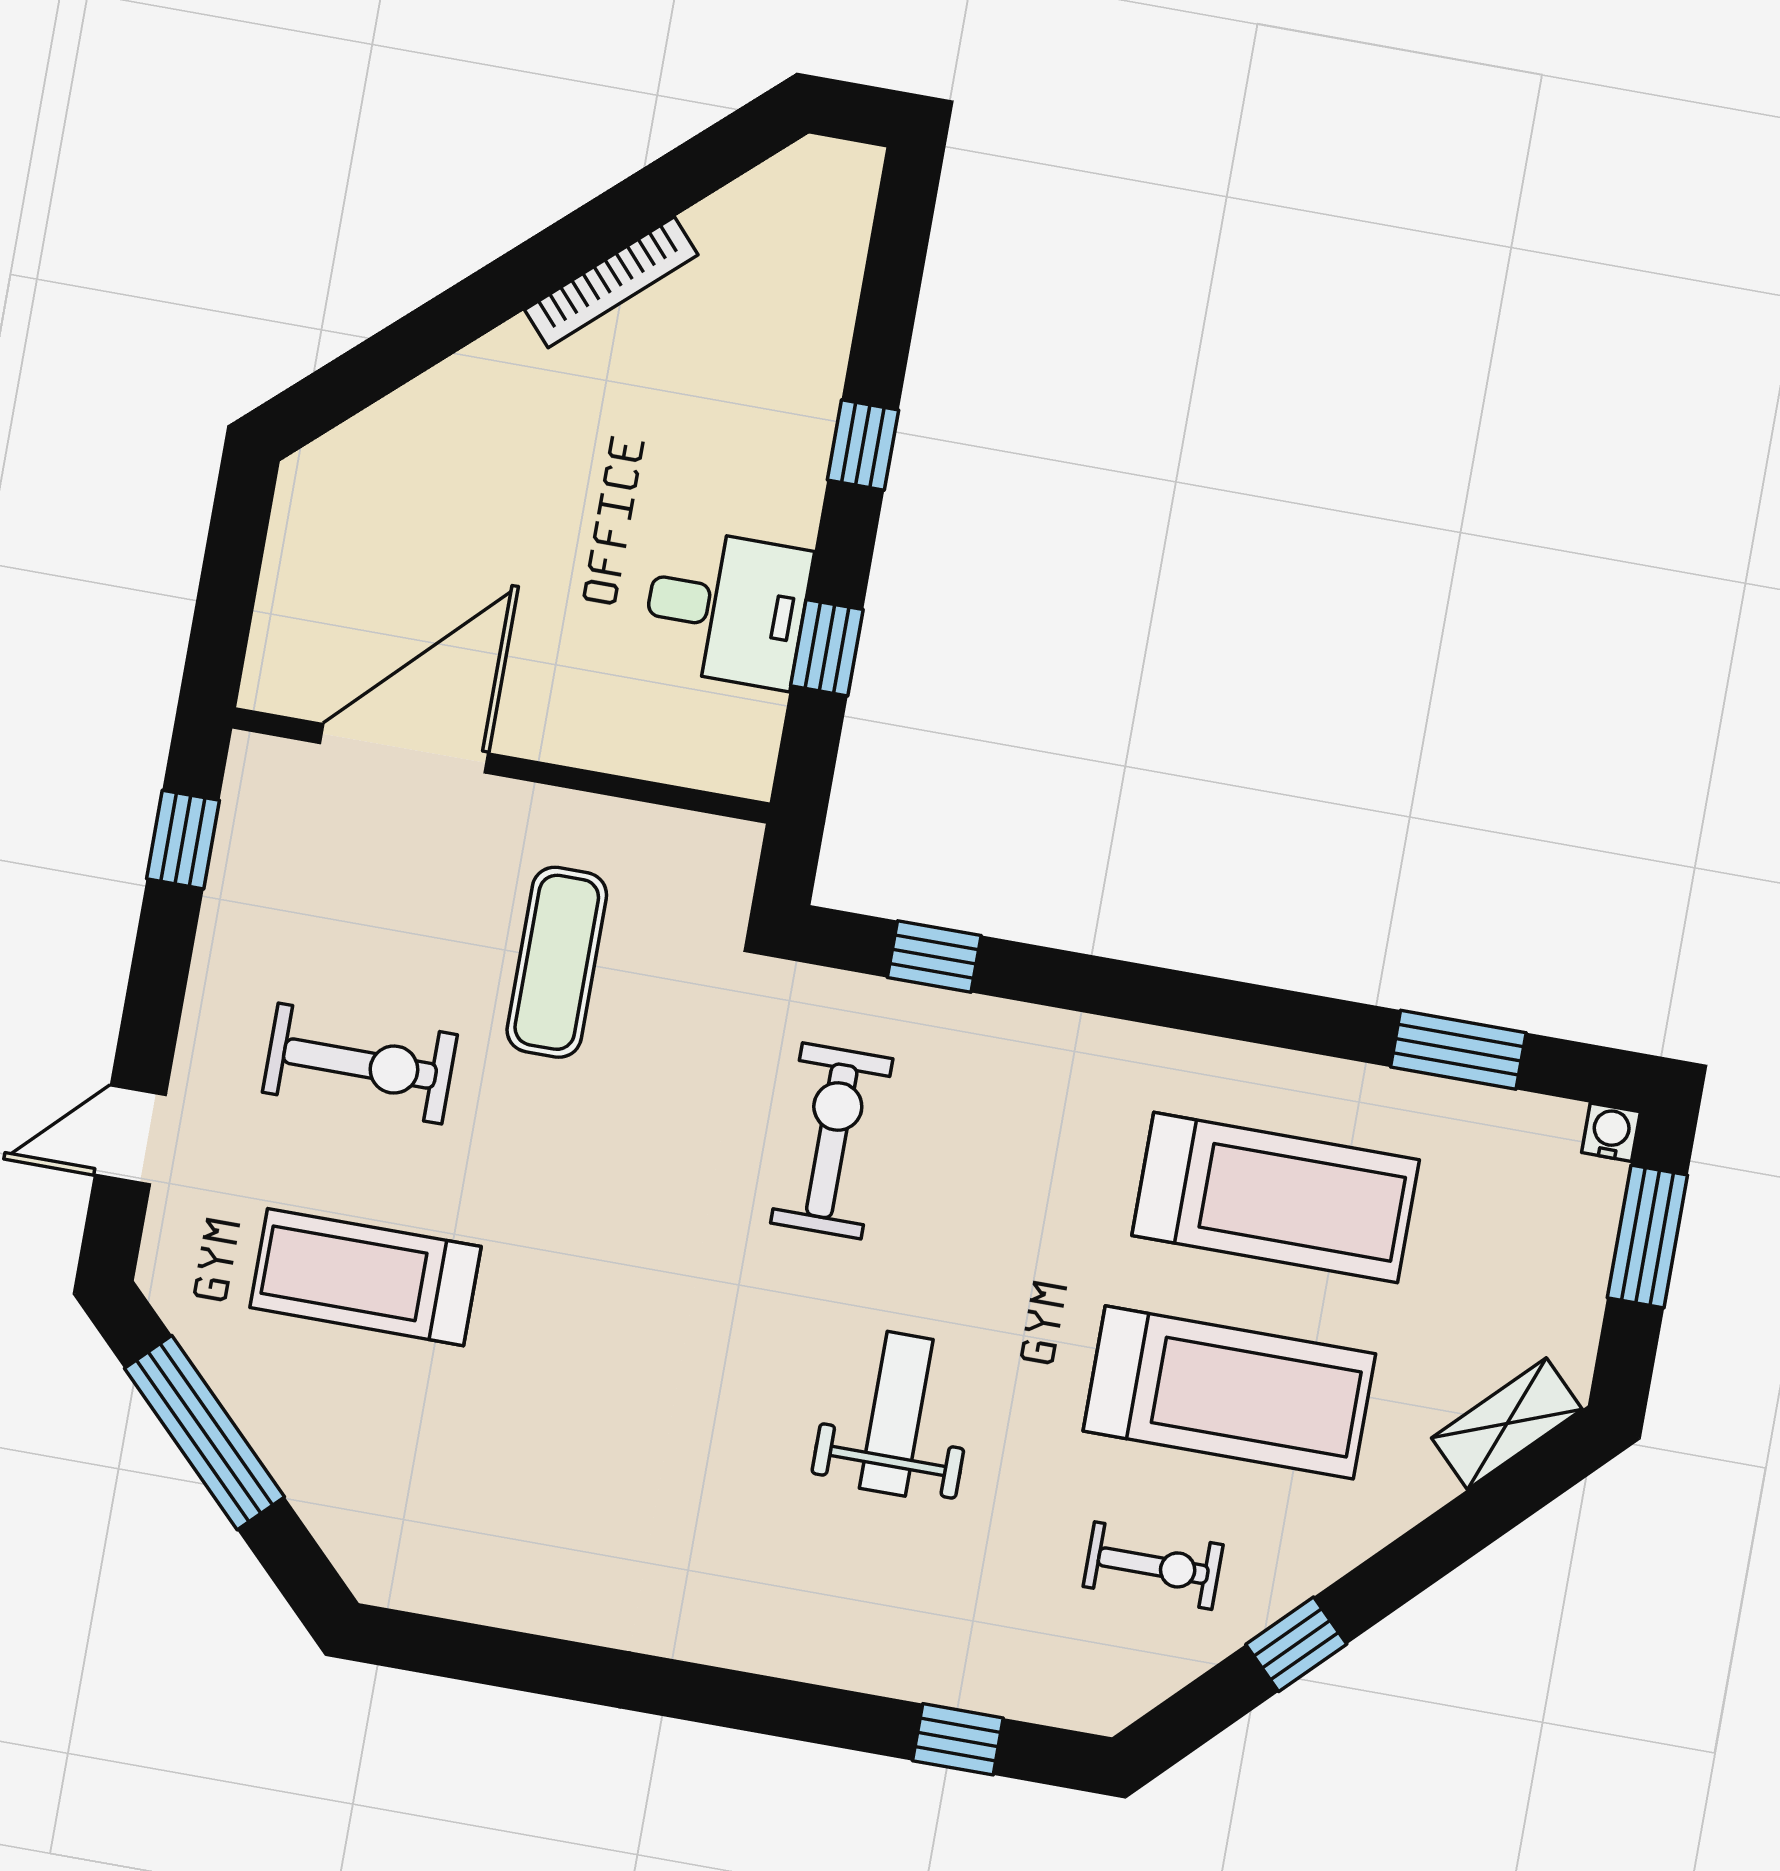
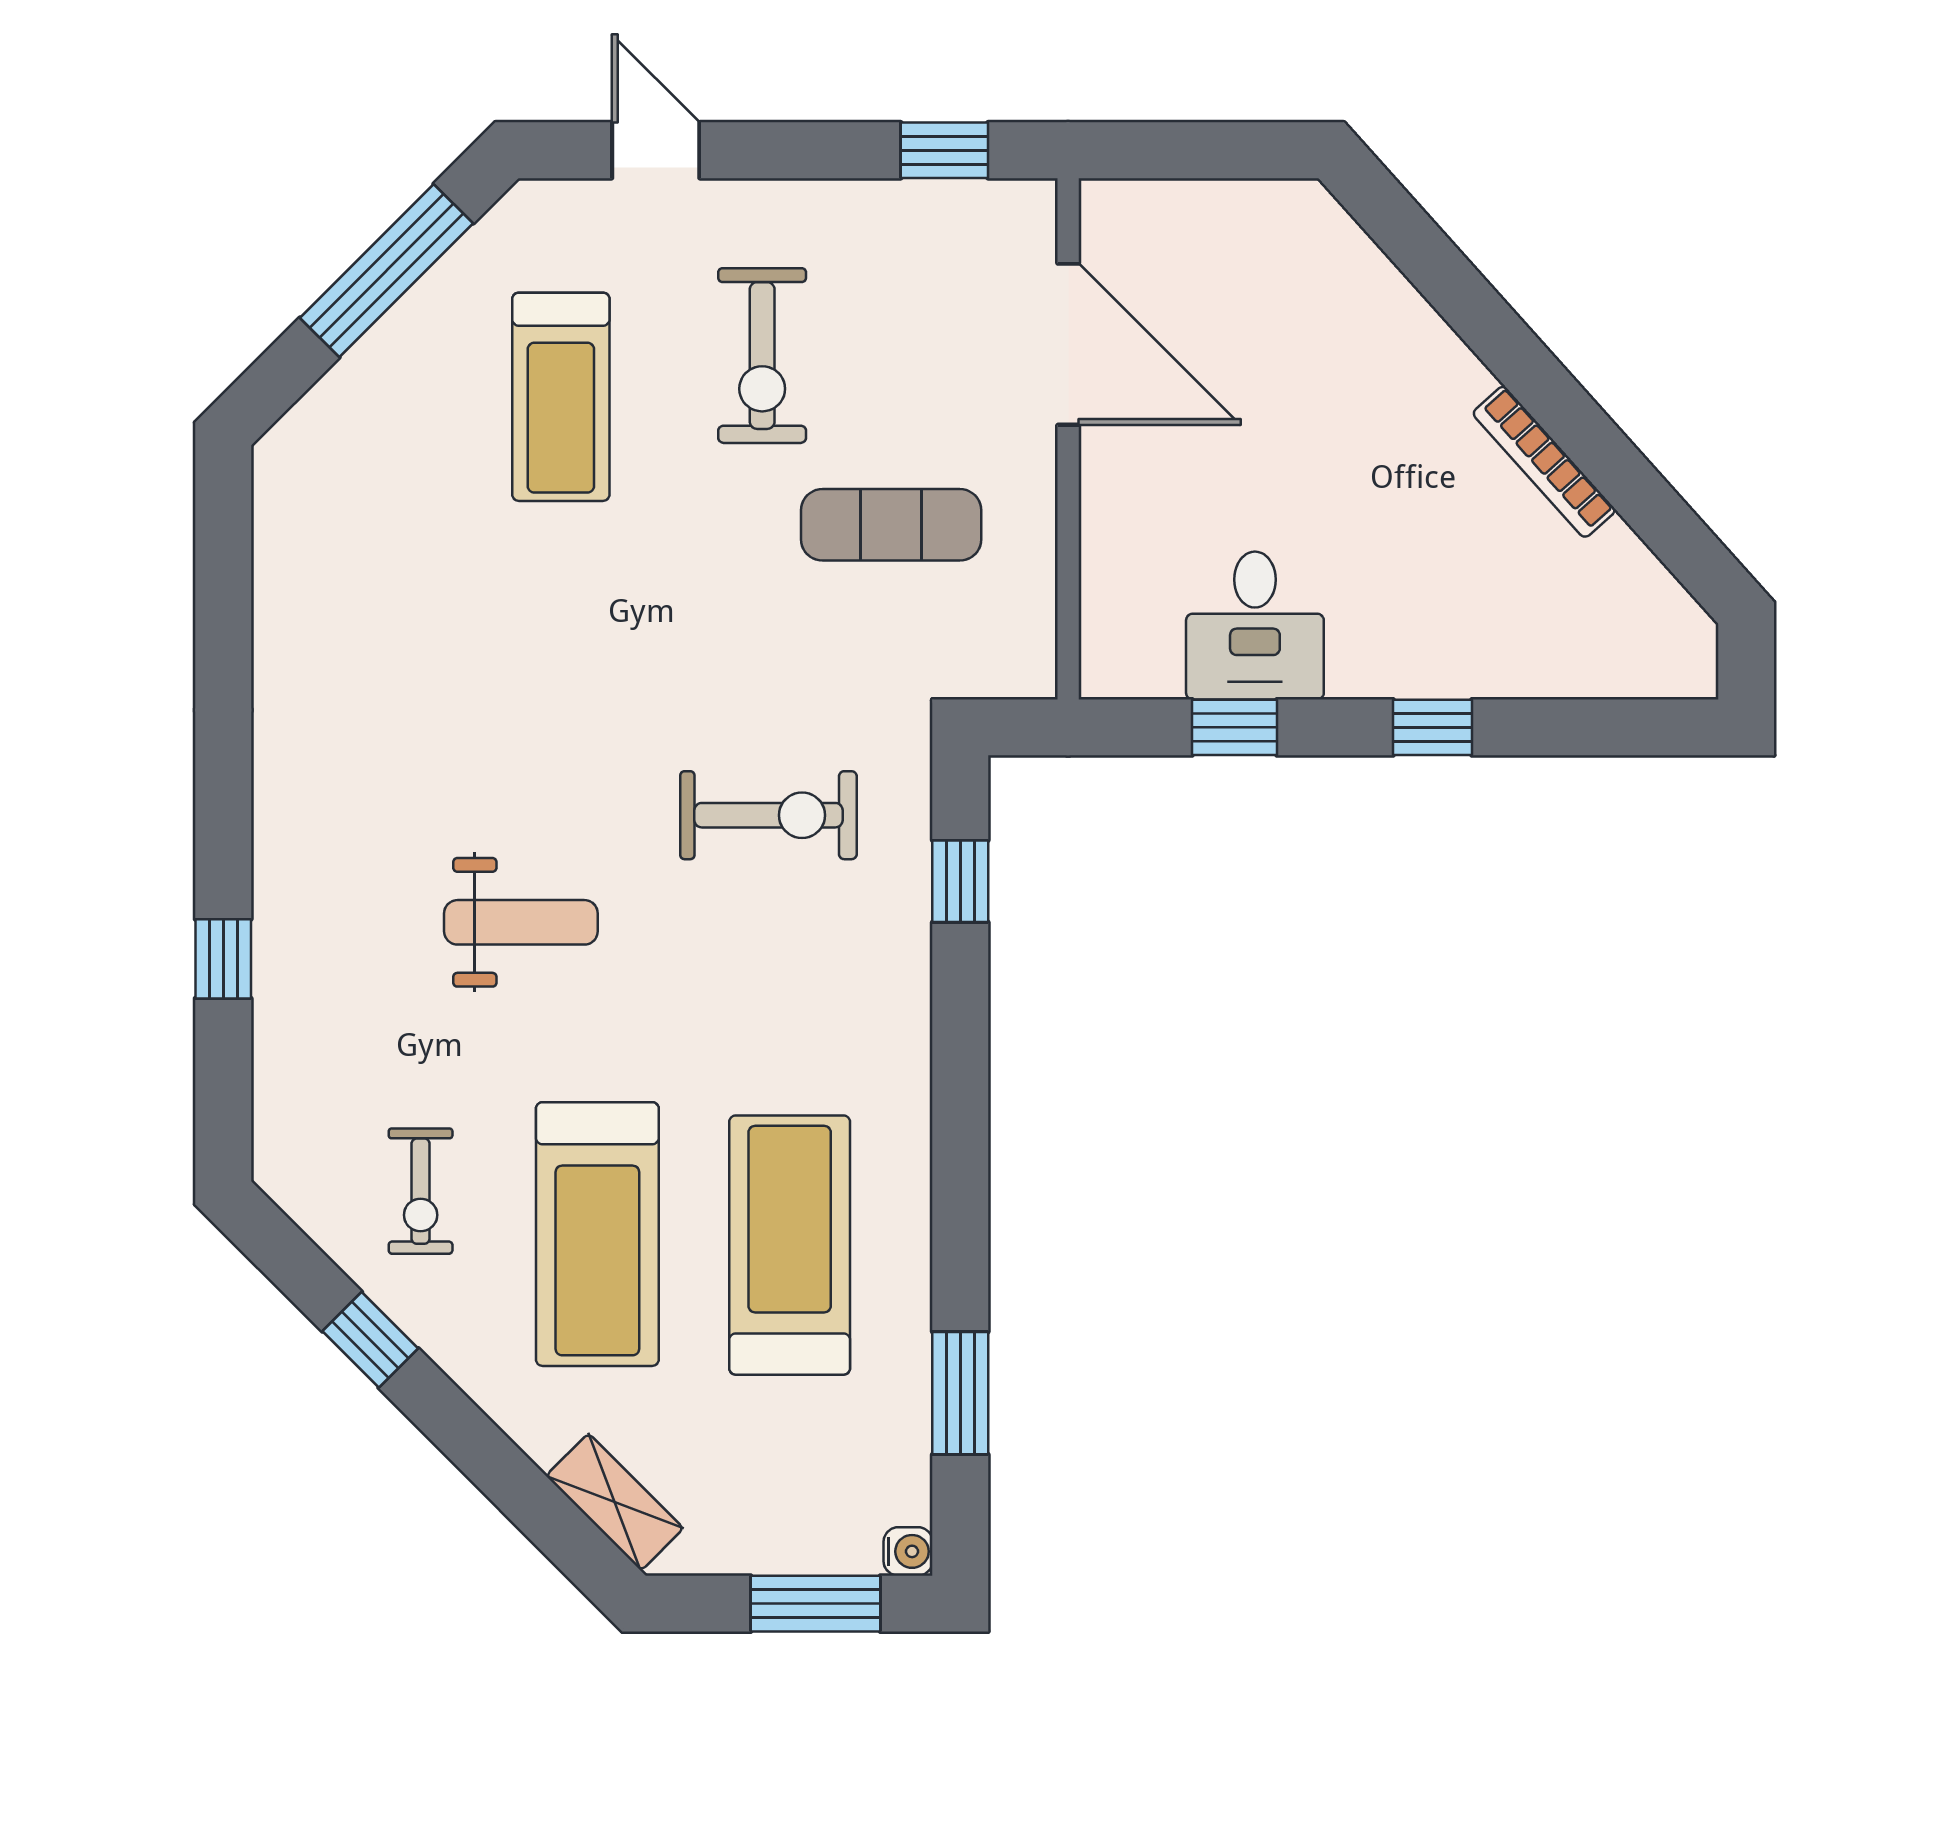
treadmill: (1276, 1198) -> (790, 1245), turned 180
treadmill: (365, 1277) -> (561, 397), turned 180
window: (958, 1739) -> (223, 959), moved

